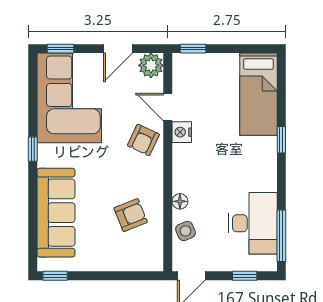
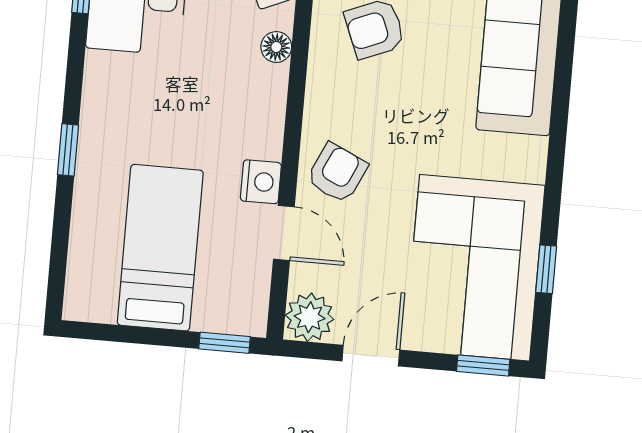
bed: (258, 94) -> (160, 248), moved
window: (33, 149) -> (546, 269), moved

